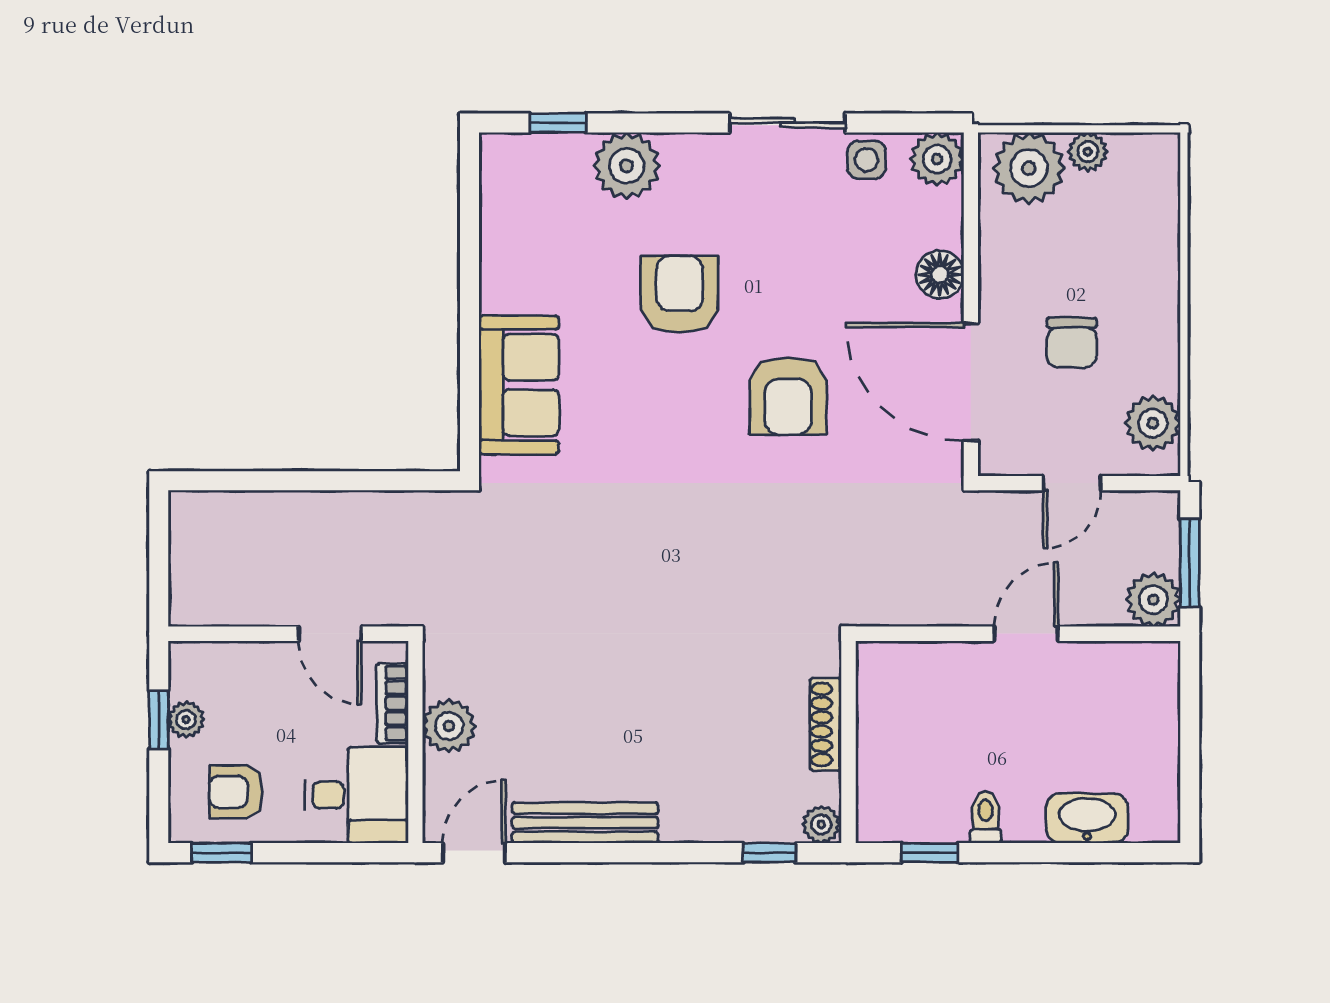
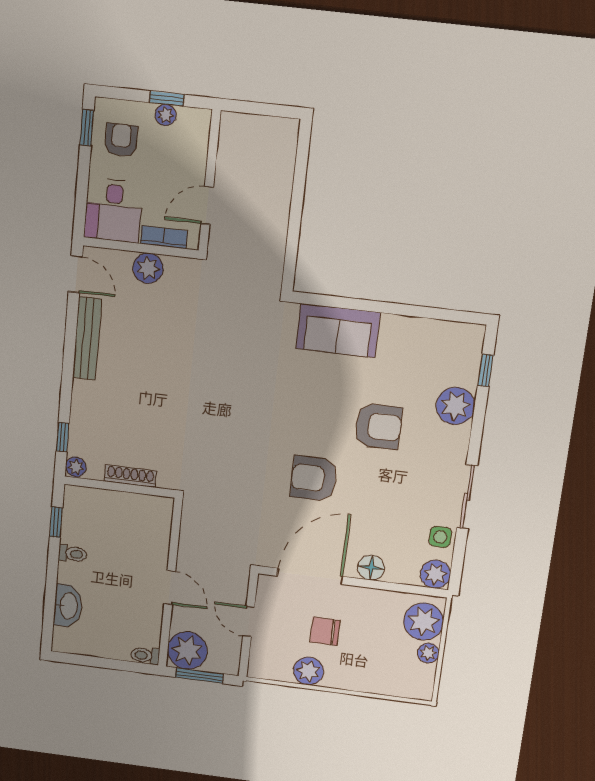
plant: (1153, 423) -> (308, 671), moved
plant: (1153, 600) -> (187, 650), width x1.36, depth x1.36
toilet: (1164, 667) -> (145, 655), added

